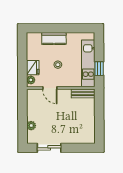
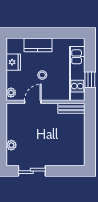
fridge: (33, 68) -> (13, 62), moved
door: (50, 88) -> (33, 102), swing flipped

